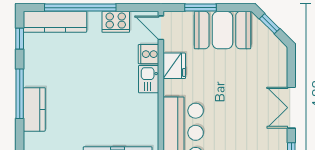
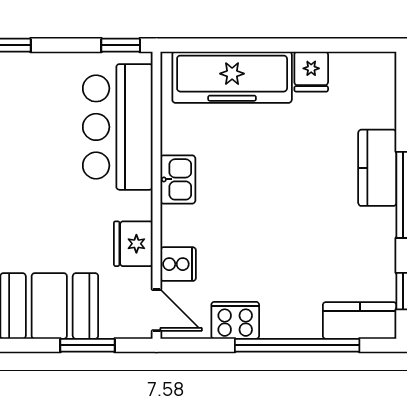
kitchen counter: (55, 22) -> (360, 320), width x0.67
kitchen sink: (149, 79) -> (178, 179), moved

